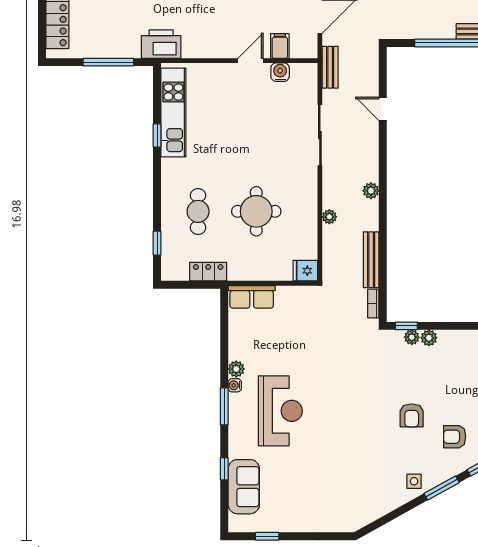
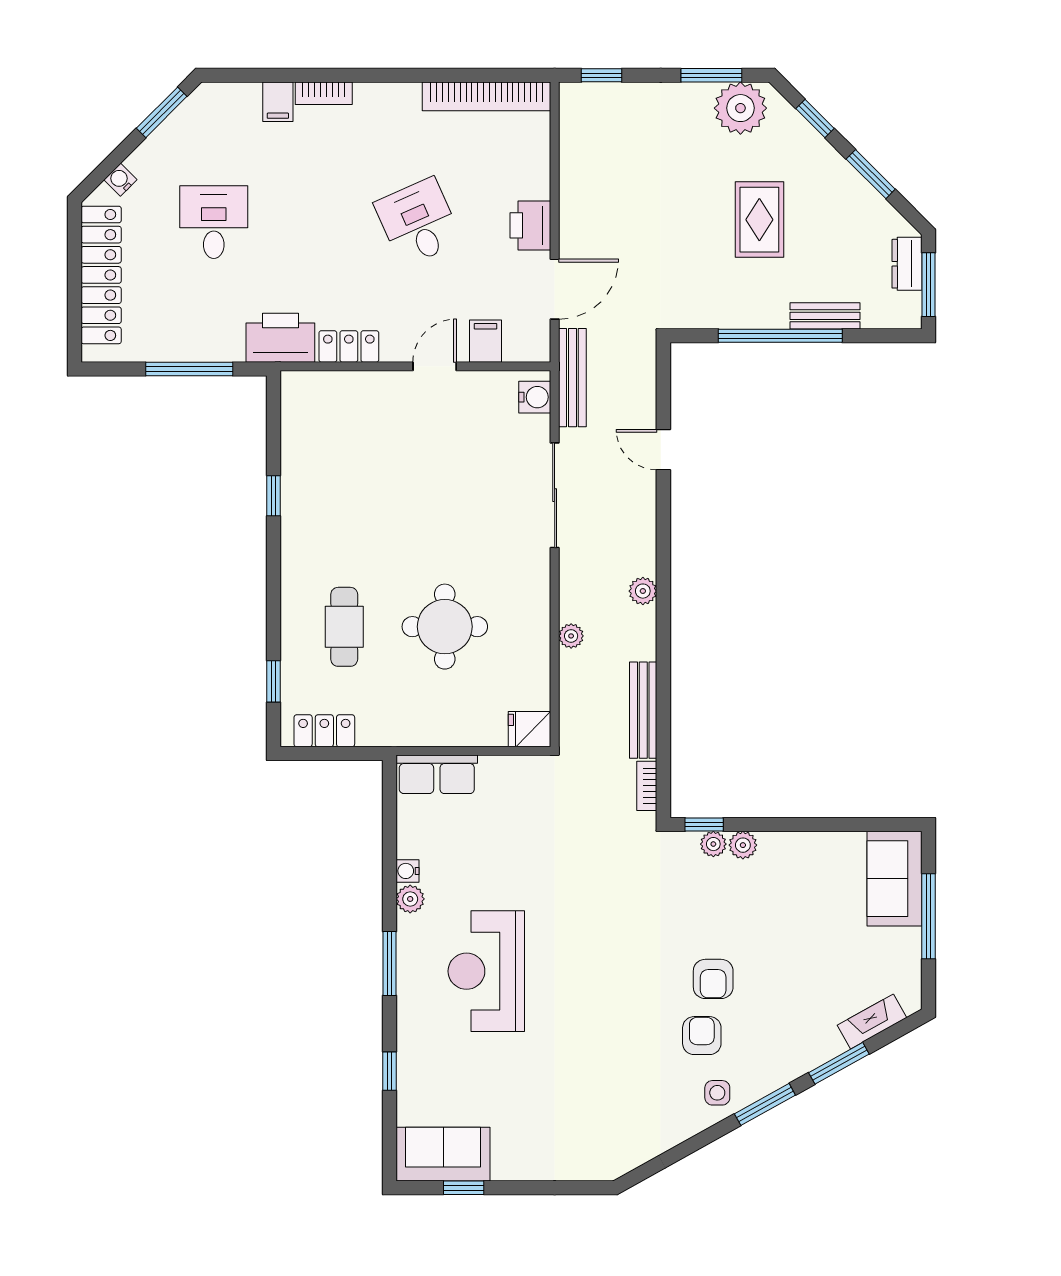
locker: (201, 49) -> (349, 346), added
bench: (330, 67) -> (572, 378), width x1.36
water cooler: (280, 72) -> (535, 397), moved, turned 90
kitchen unit: (173, 112) -> (302, 456), removed
locker: (208, 272) -> (324, 731), moved
water cooler: (235, 385) -> (408, 871), moved
reception desk: (280, 411) -> (486, 971), turned 180
armchair: (455, 437) -> (702, 1036), moved, turned 90
sofa: (244, 487) -> (443, 1154), moved, turned -90

